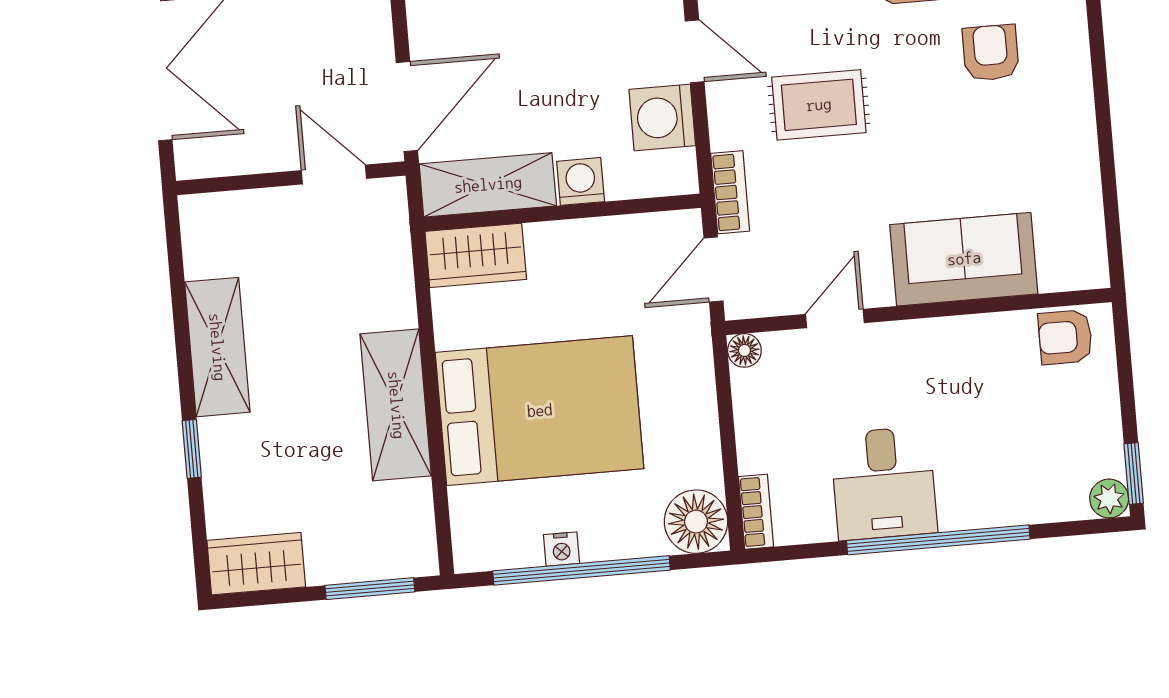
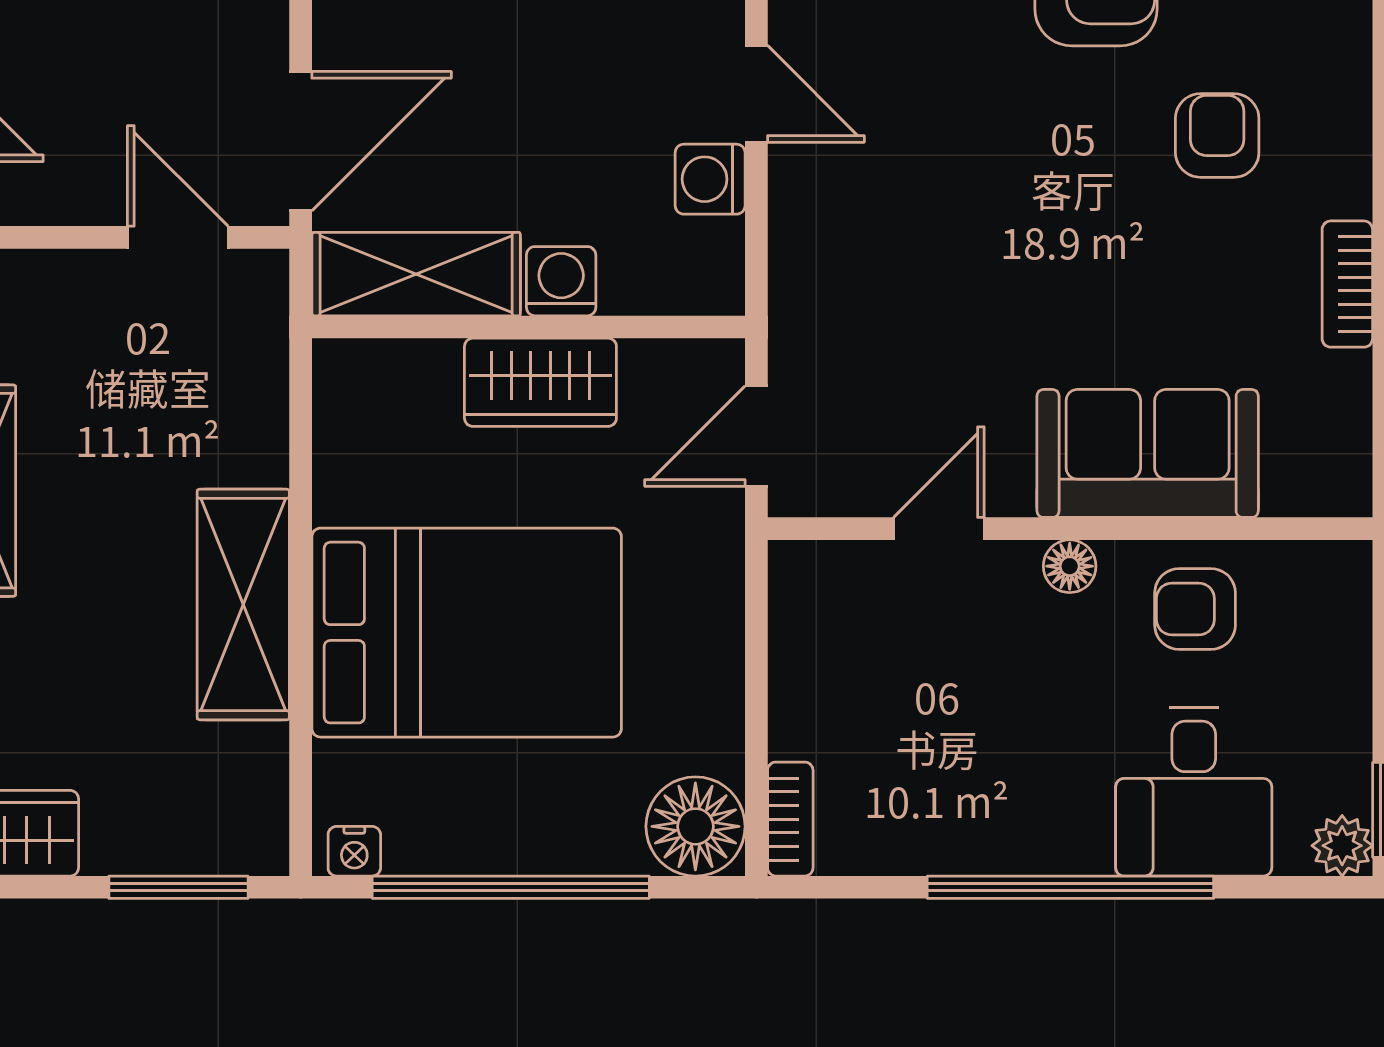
rug: (819, 105) -> (943, 194), removed
washing machine: (662, 117) -> (710, 179), width x0.73, depth x0.73
bookcase: (730, 192) -> (1347, 284), moved, turned 180
wardrobe: (476, 255) -> (540, 382), moved
armchair: (1065, 337) -> (1195, 609), moved
floor lamp: (744, 350) -> (1070, 566), moved
desk: (884, 483) -> (1194, 792), moved
nightstand: (561, 549) -> (354, 851), moved

